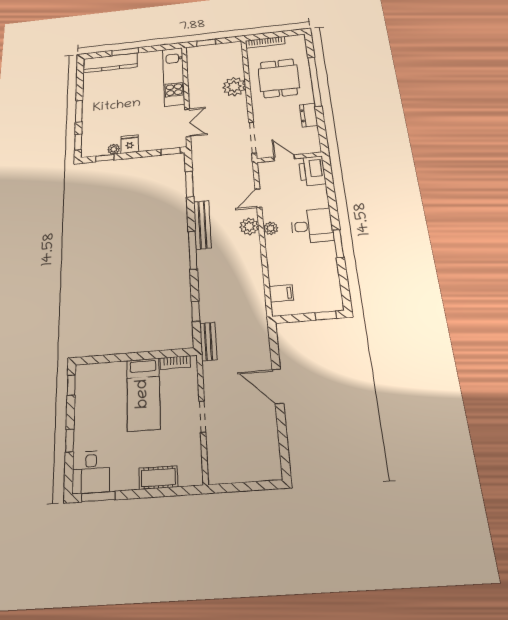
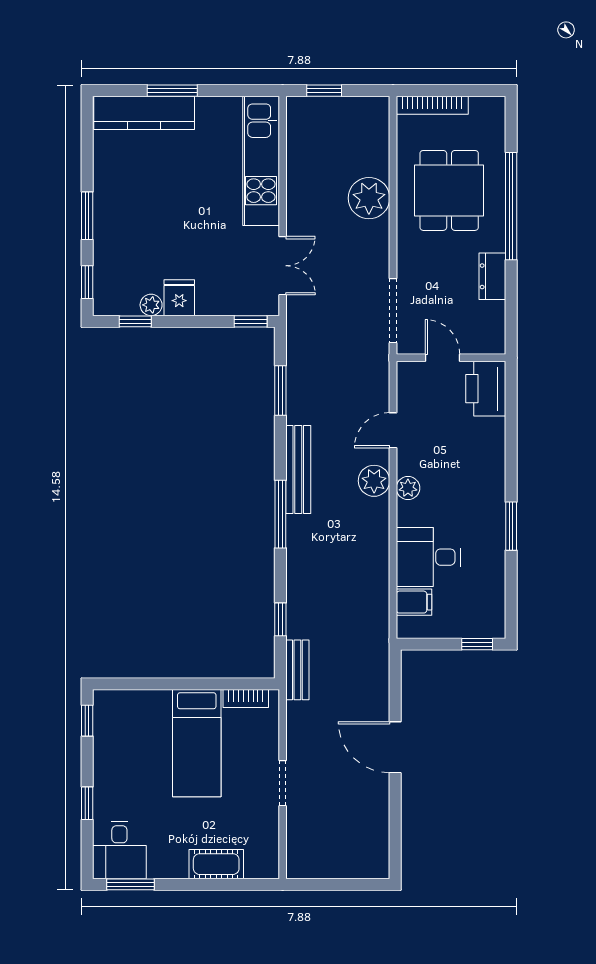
desk: (312, 226) -> (428, 557), moved, turned 180

